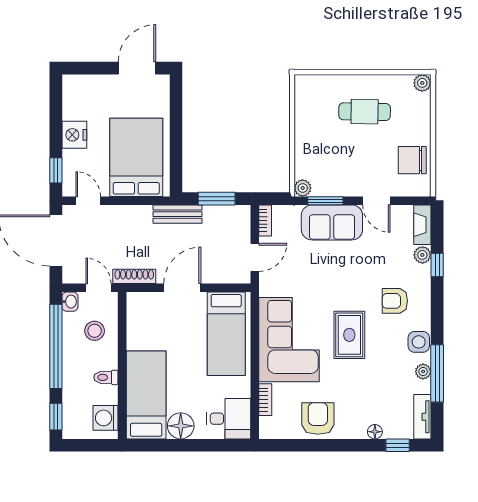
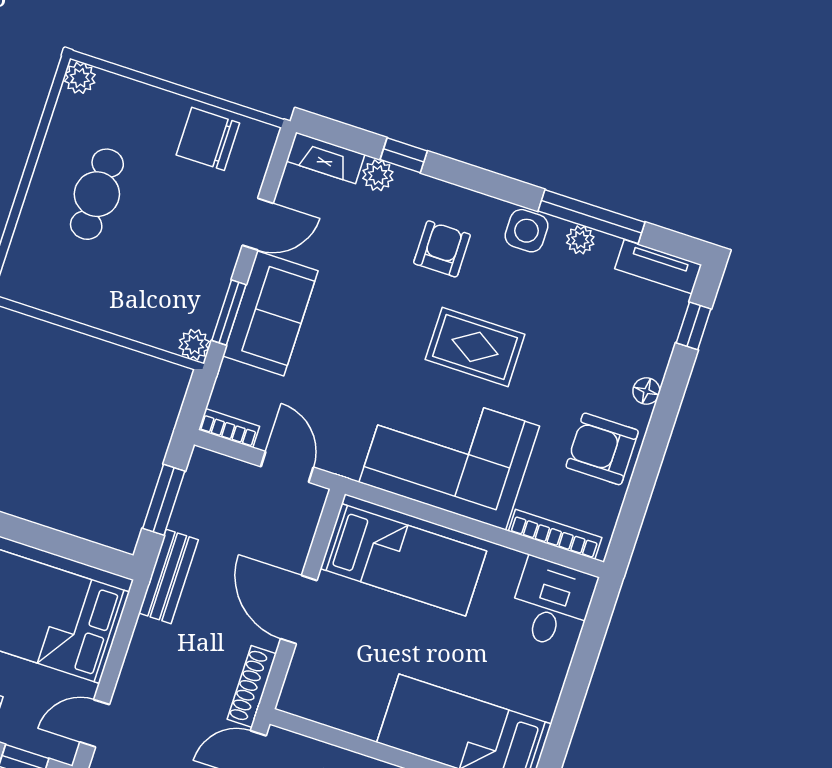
chair: (412, 160) -> (208, 139), turned 90
armchair: (395, 301) -> (442, 249), turned 180
bookcase: (265, 400) -> (555, 534), width x1.56
floor lamp: (181, 426) -> (537, 691), removed
floor lamp: (375, 432) -> (646, 391), moved

